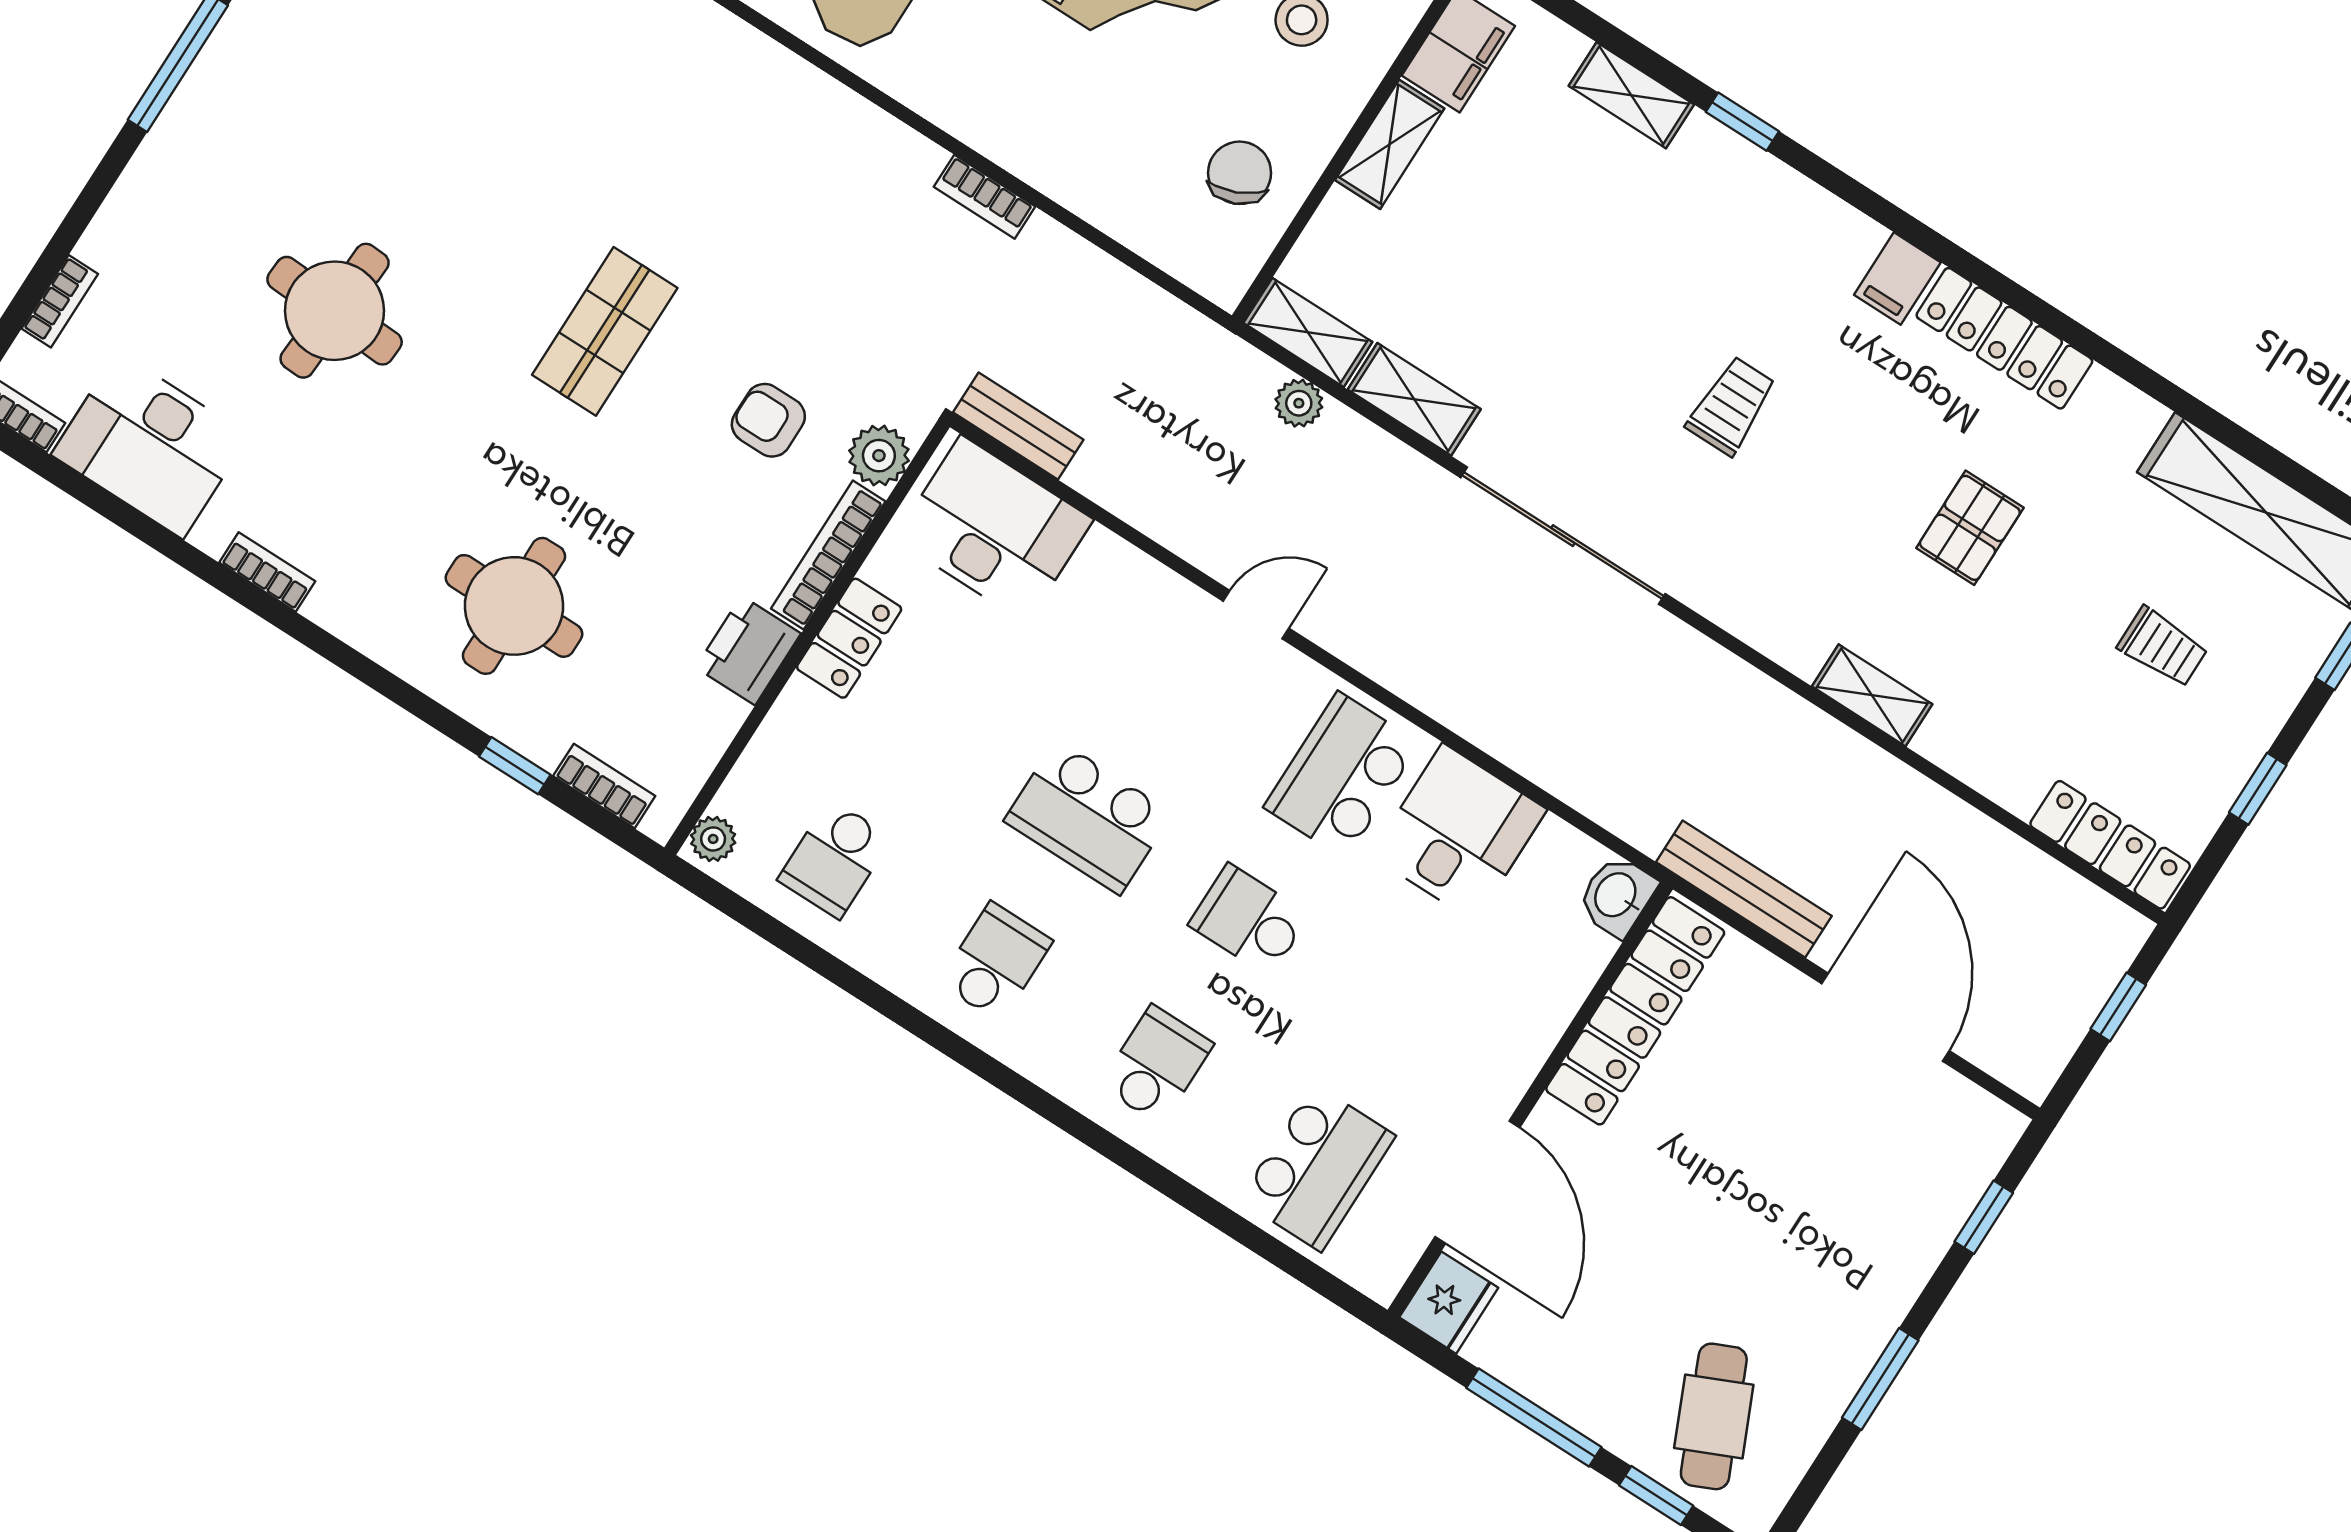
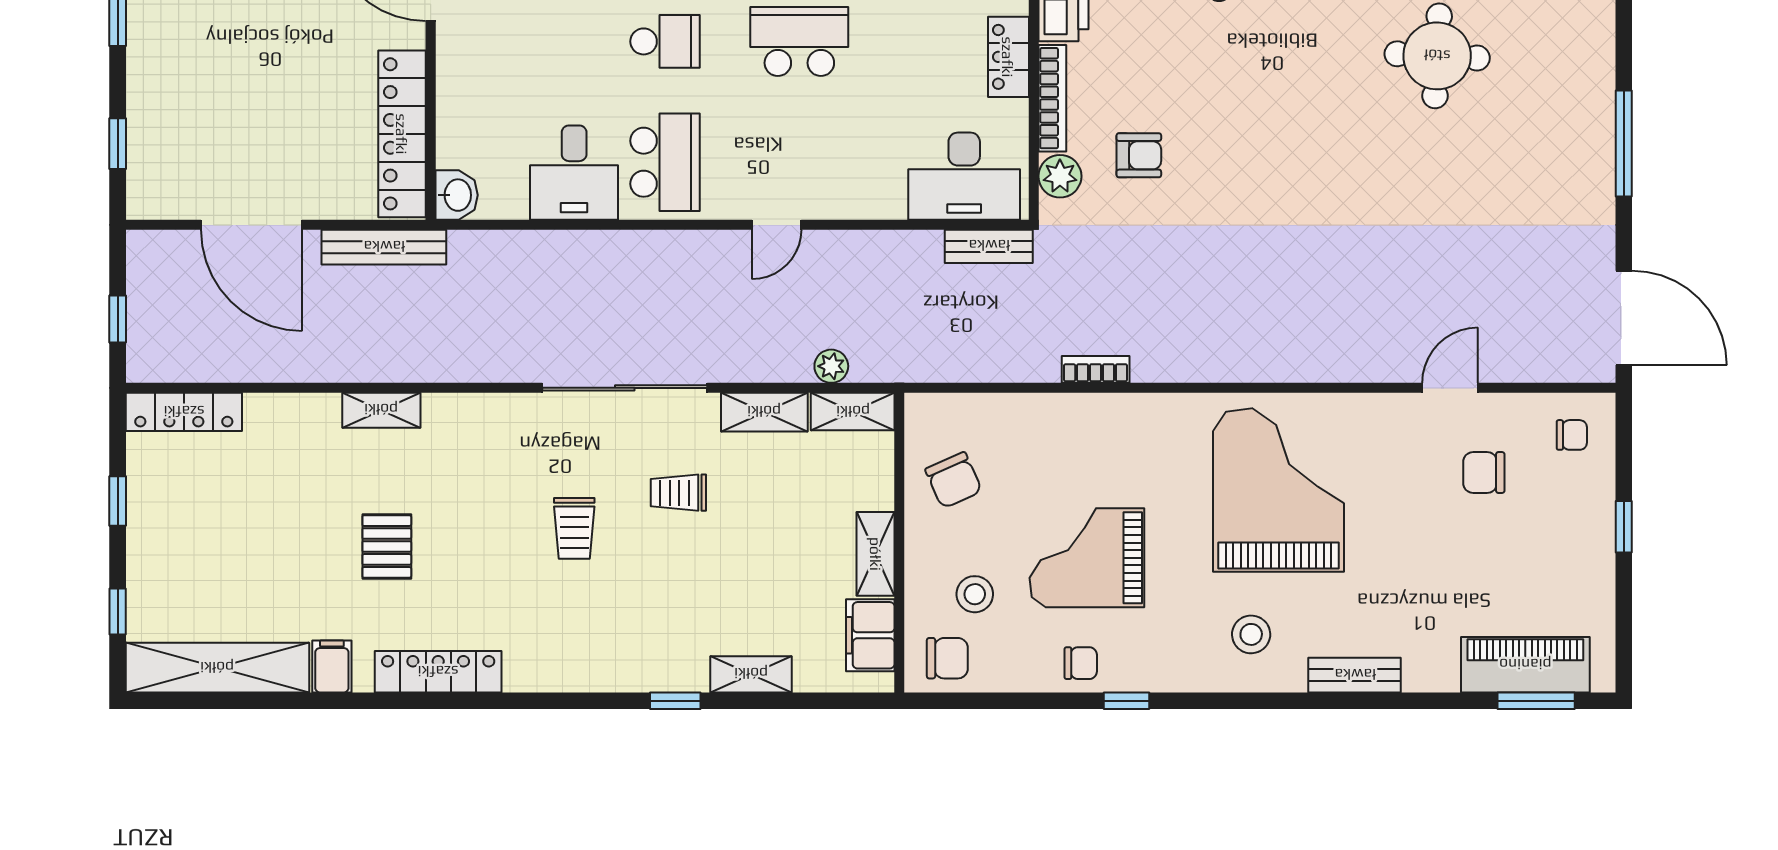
filing cabinet: (1897, 279) -> (332, 667), moved
shop shelf: (605, 331) -> (1269, 146), removed
trolley: (2163, 647) -> (678, 493), moved

